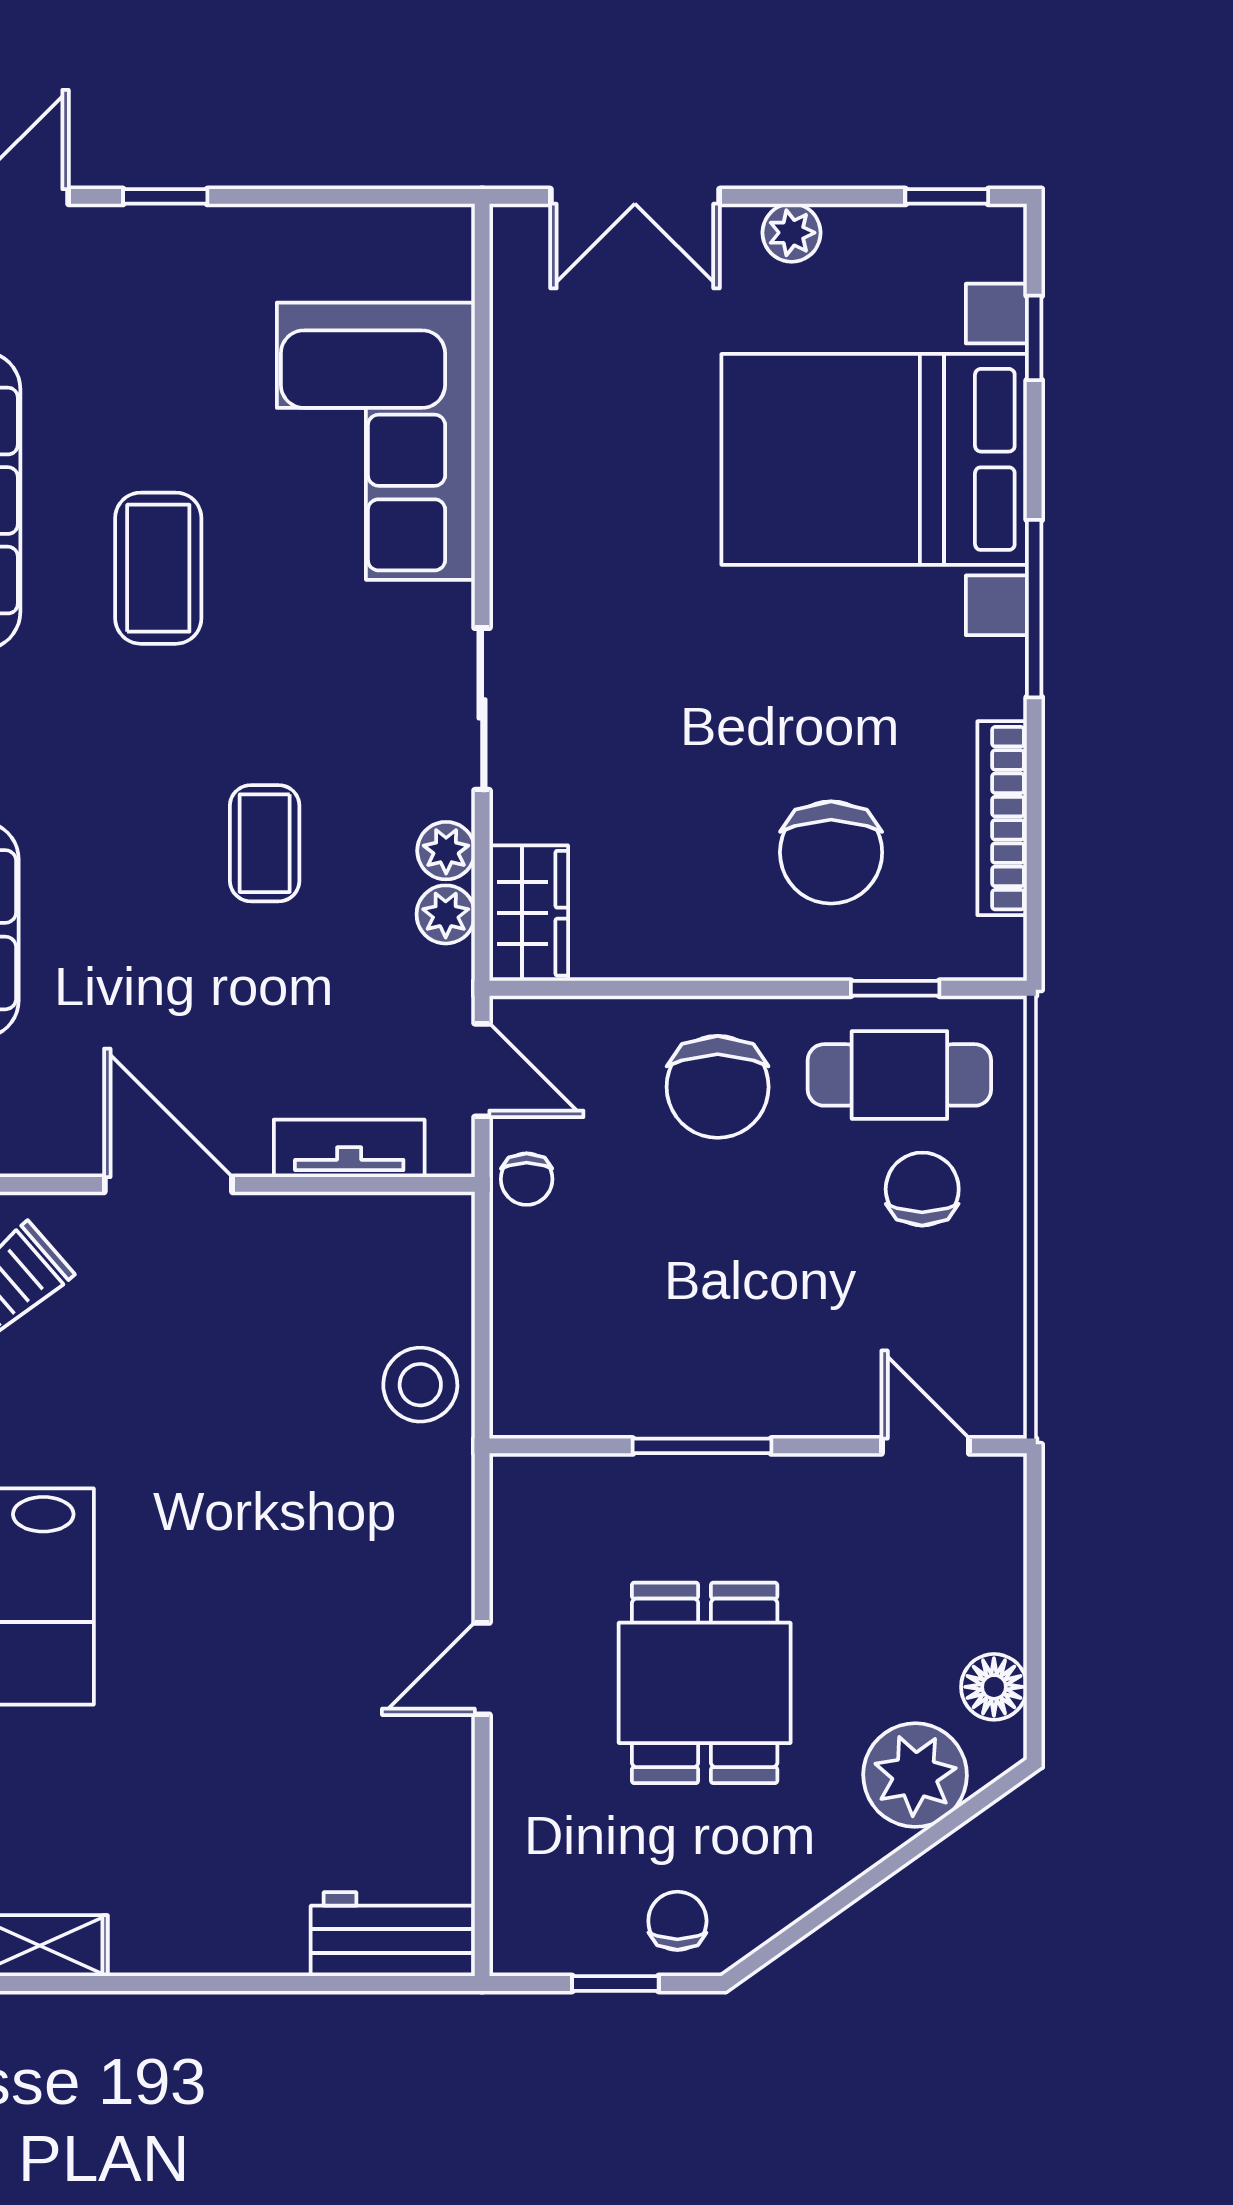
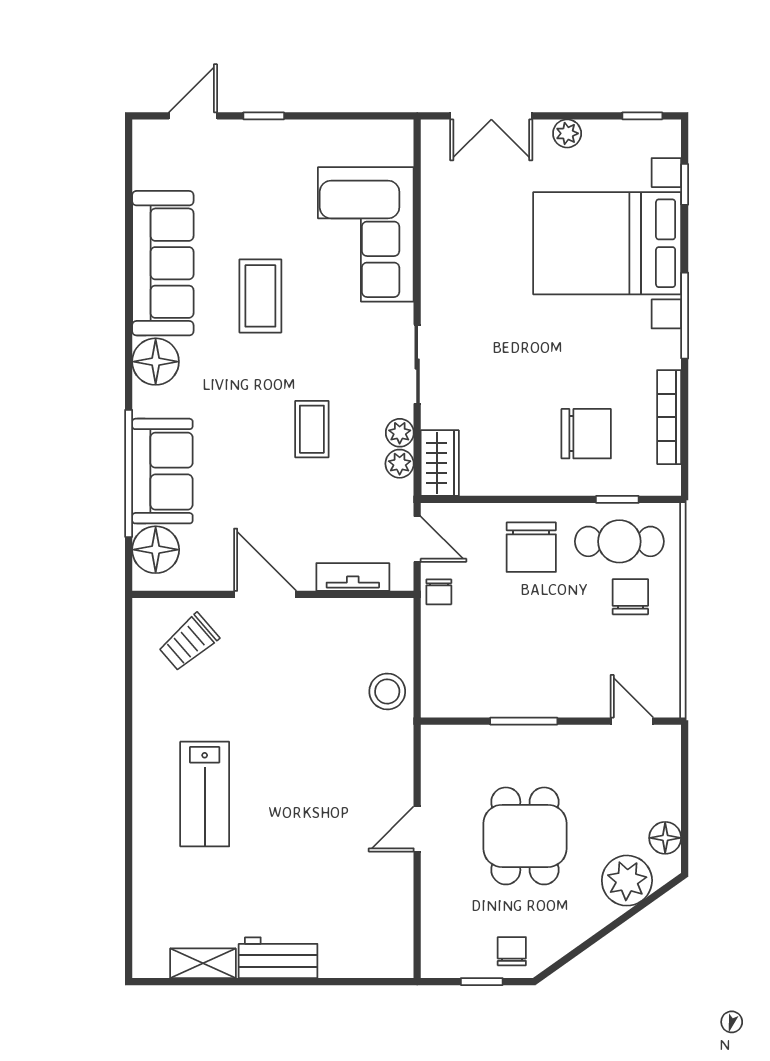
chair: (831, 852) -> (586, 434), turned -90
workbench: (392, 1934) -> (278, 958), moved

